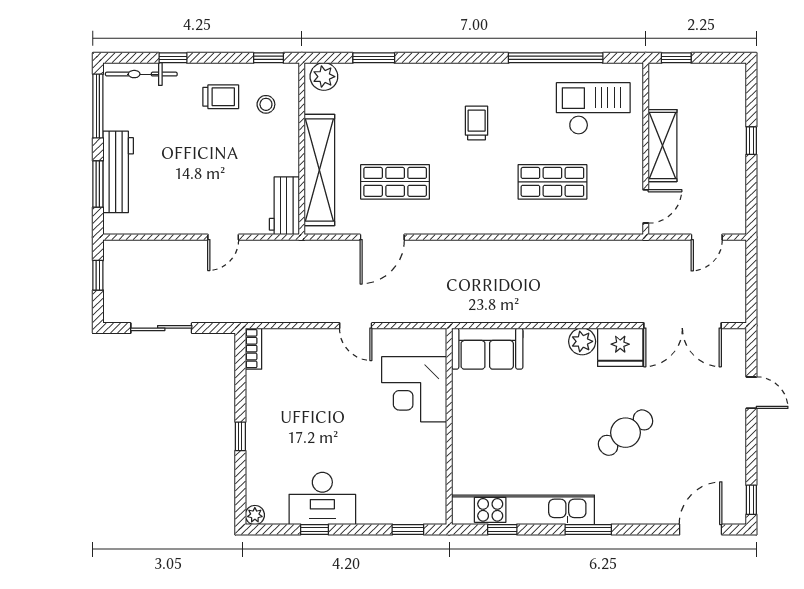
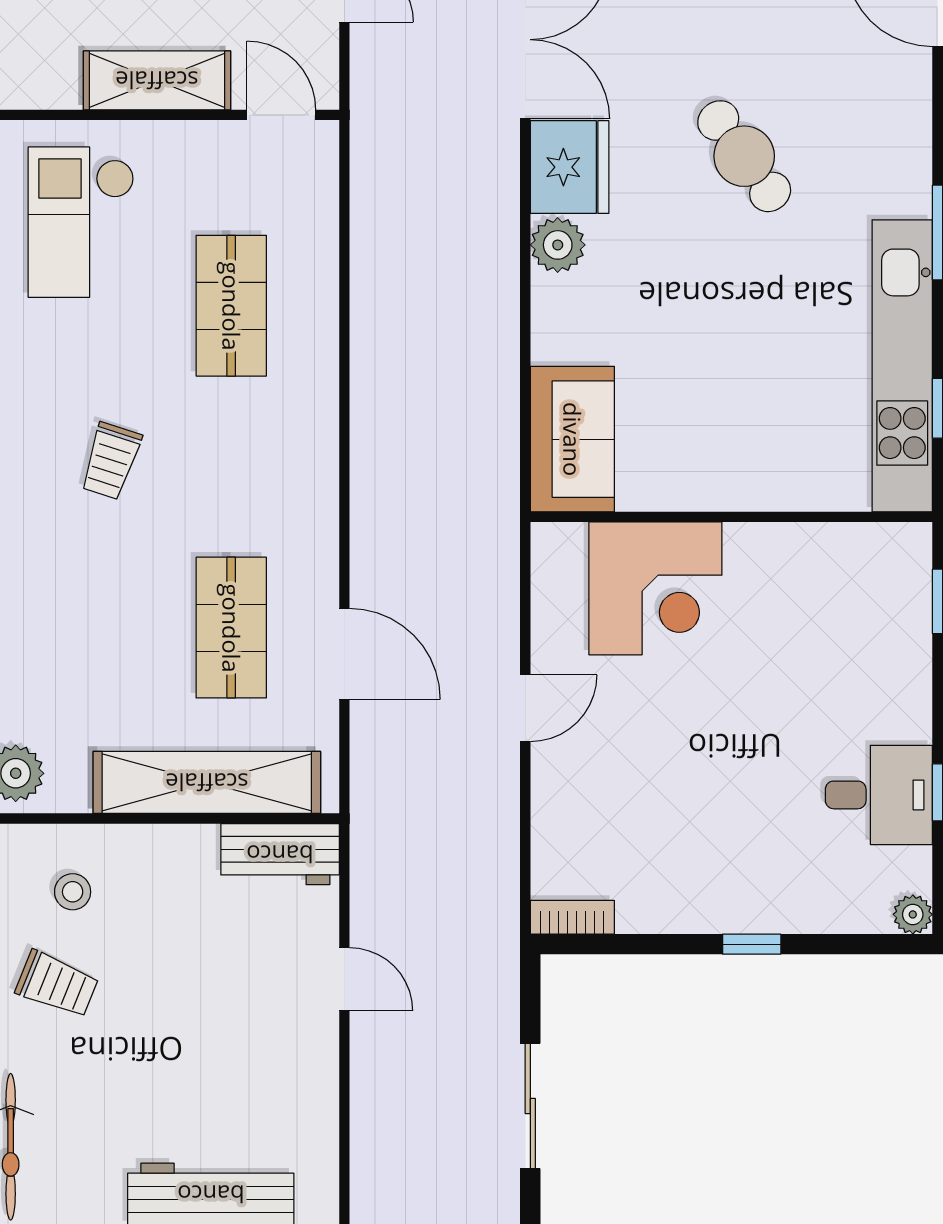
trolley: (221, 97) -> (57, 984), turned 112
trolley: (477, 123) -> (111, 461), turned -72
desk: (322, 498) -> (879, 795), width x0.73

